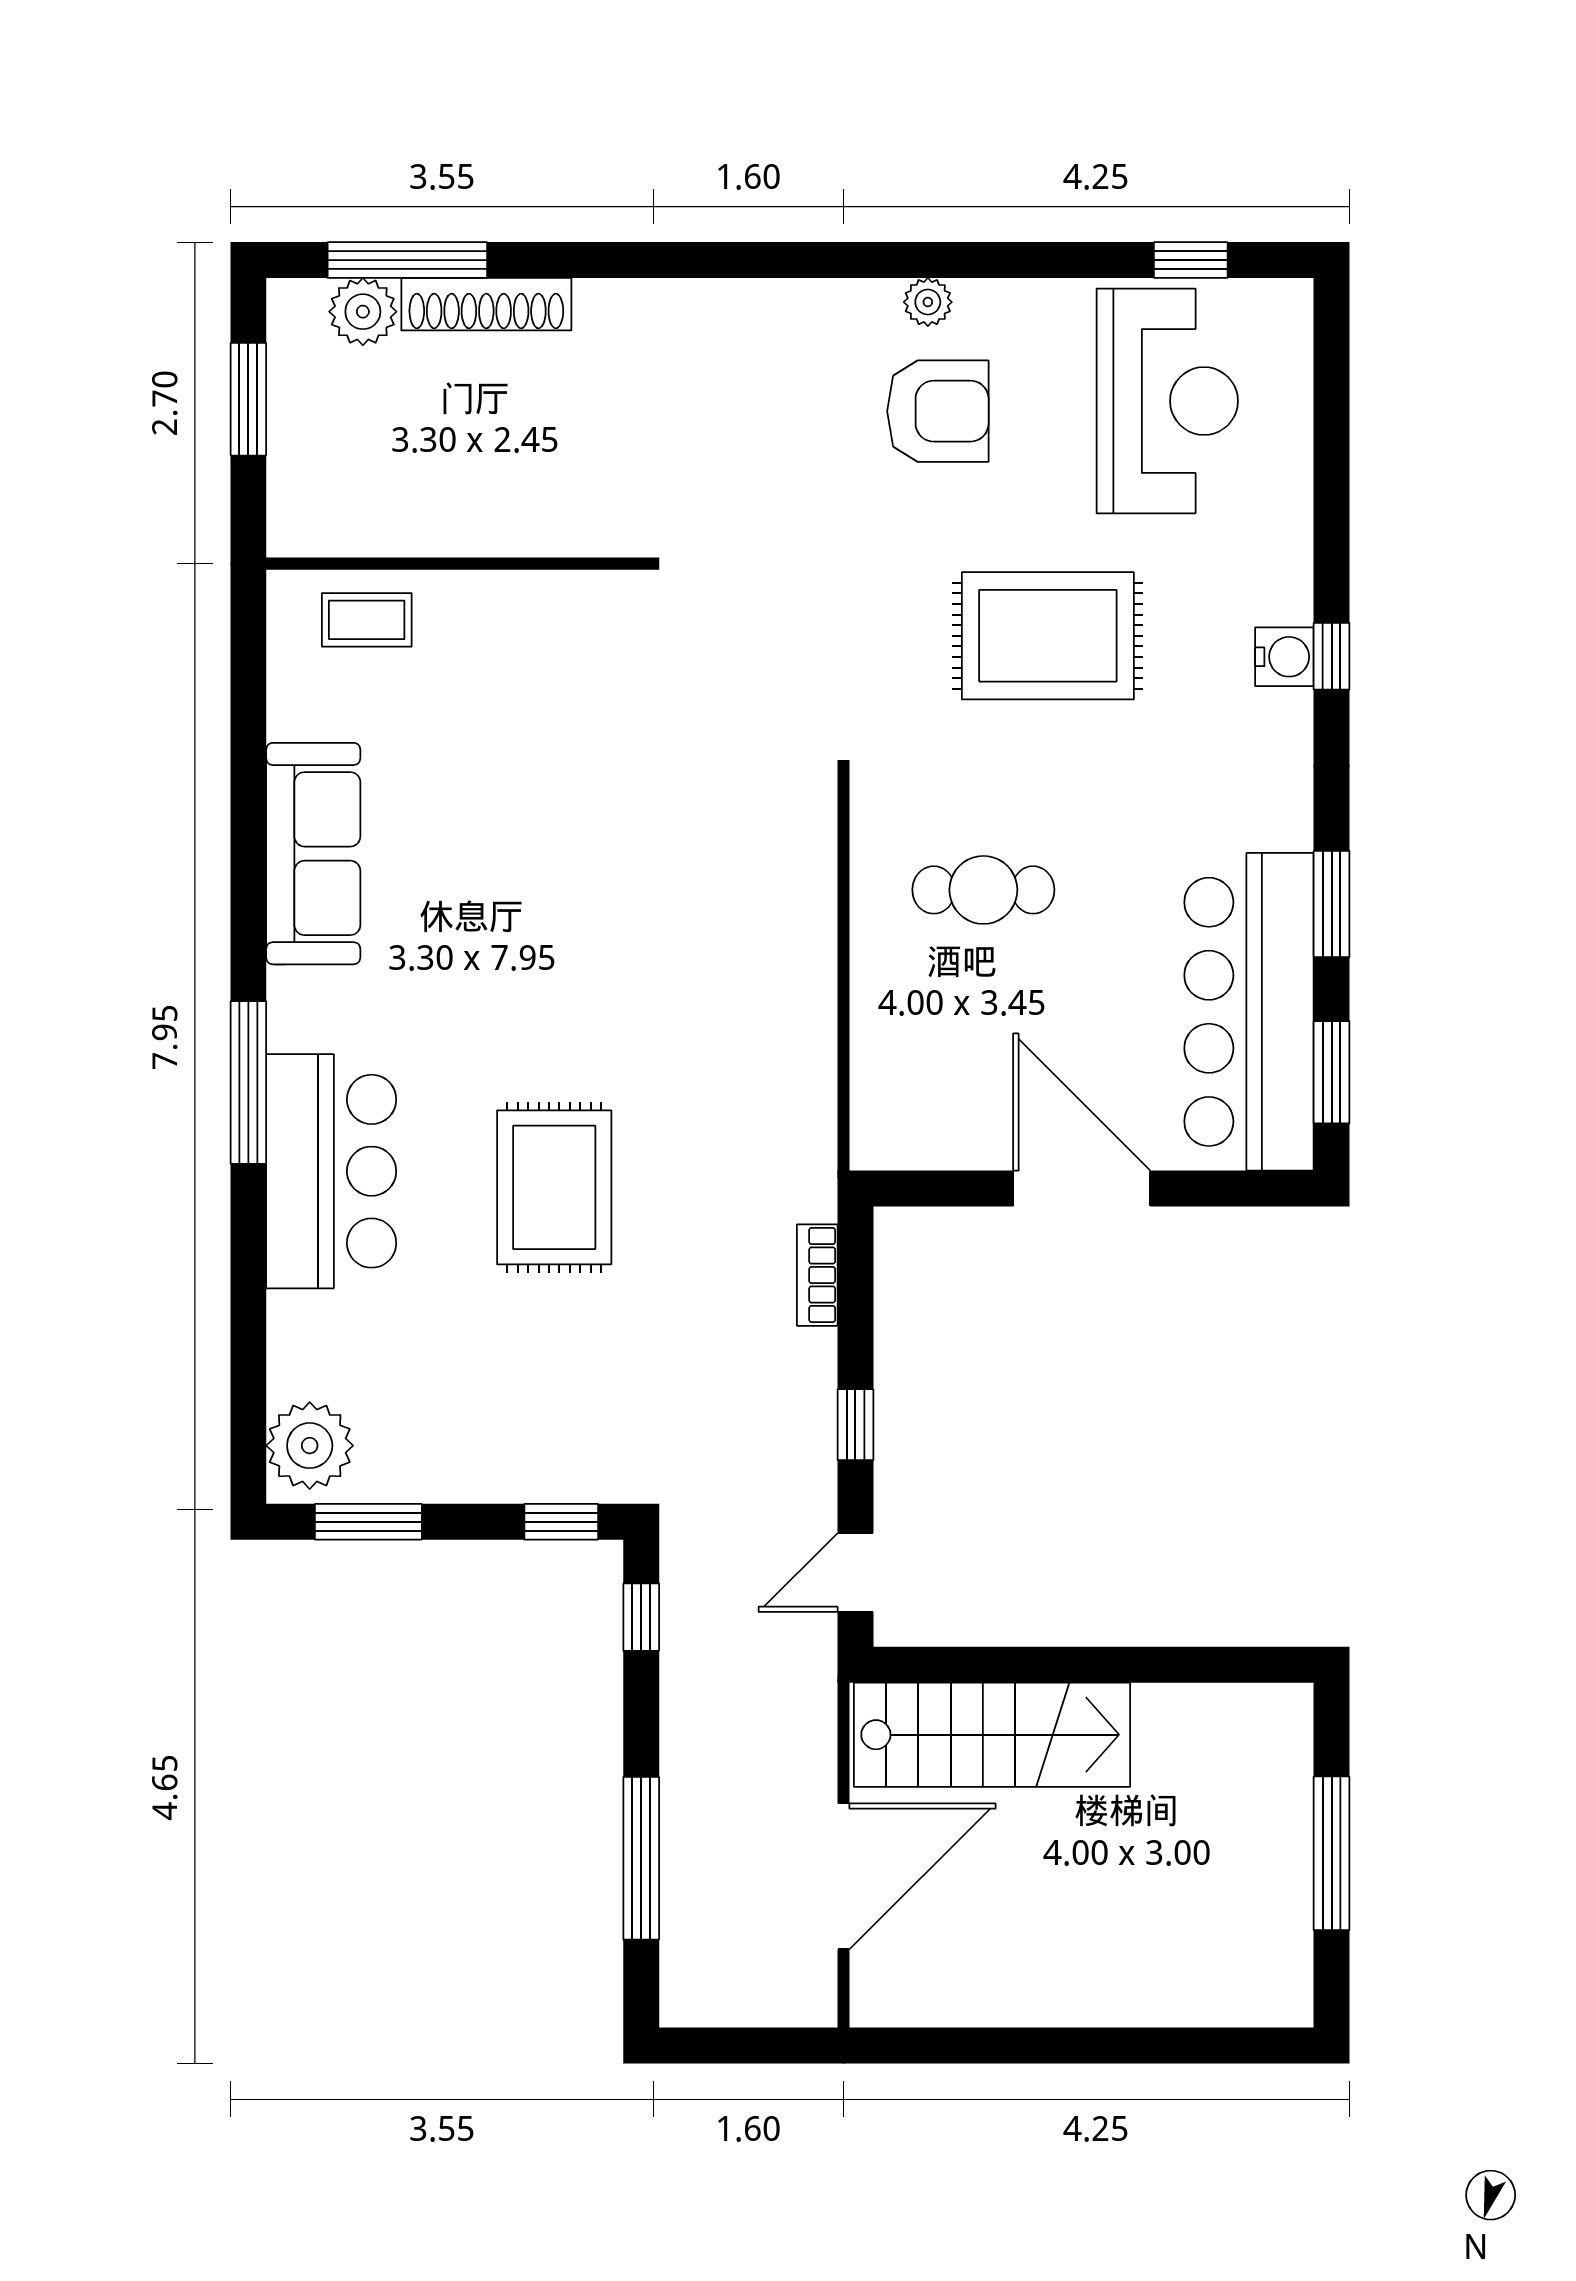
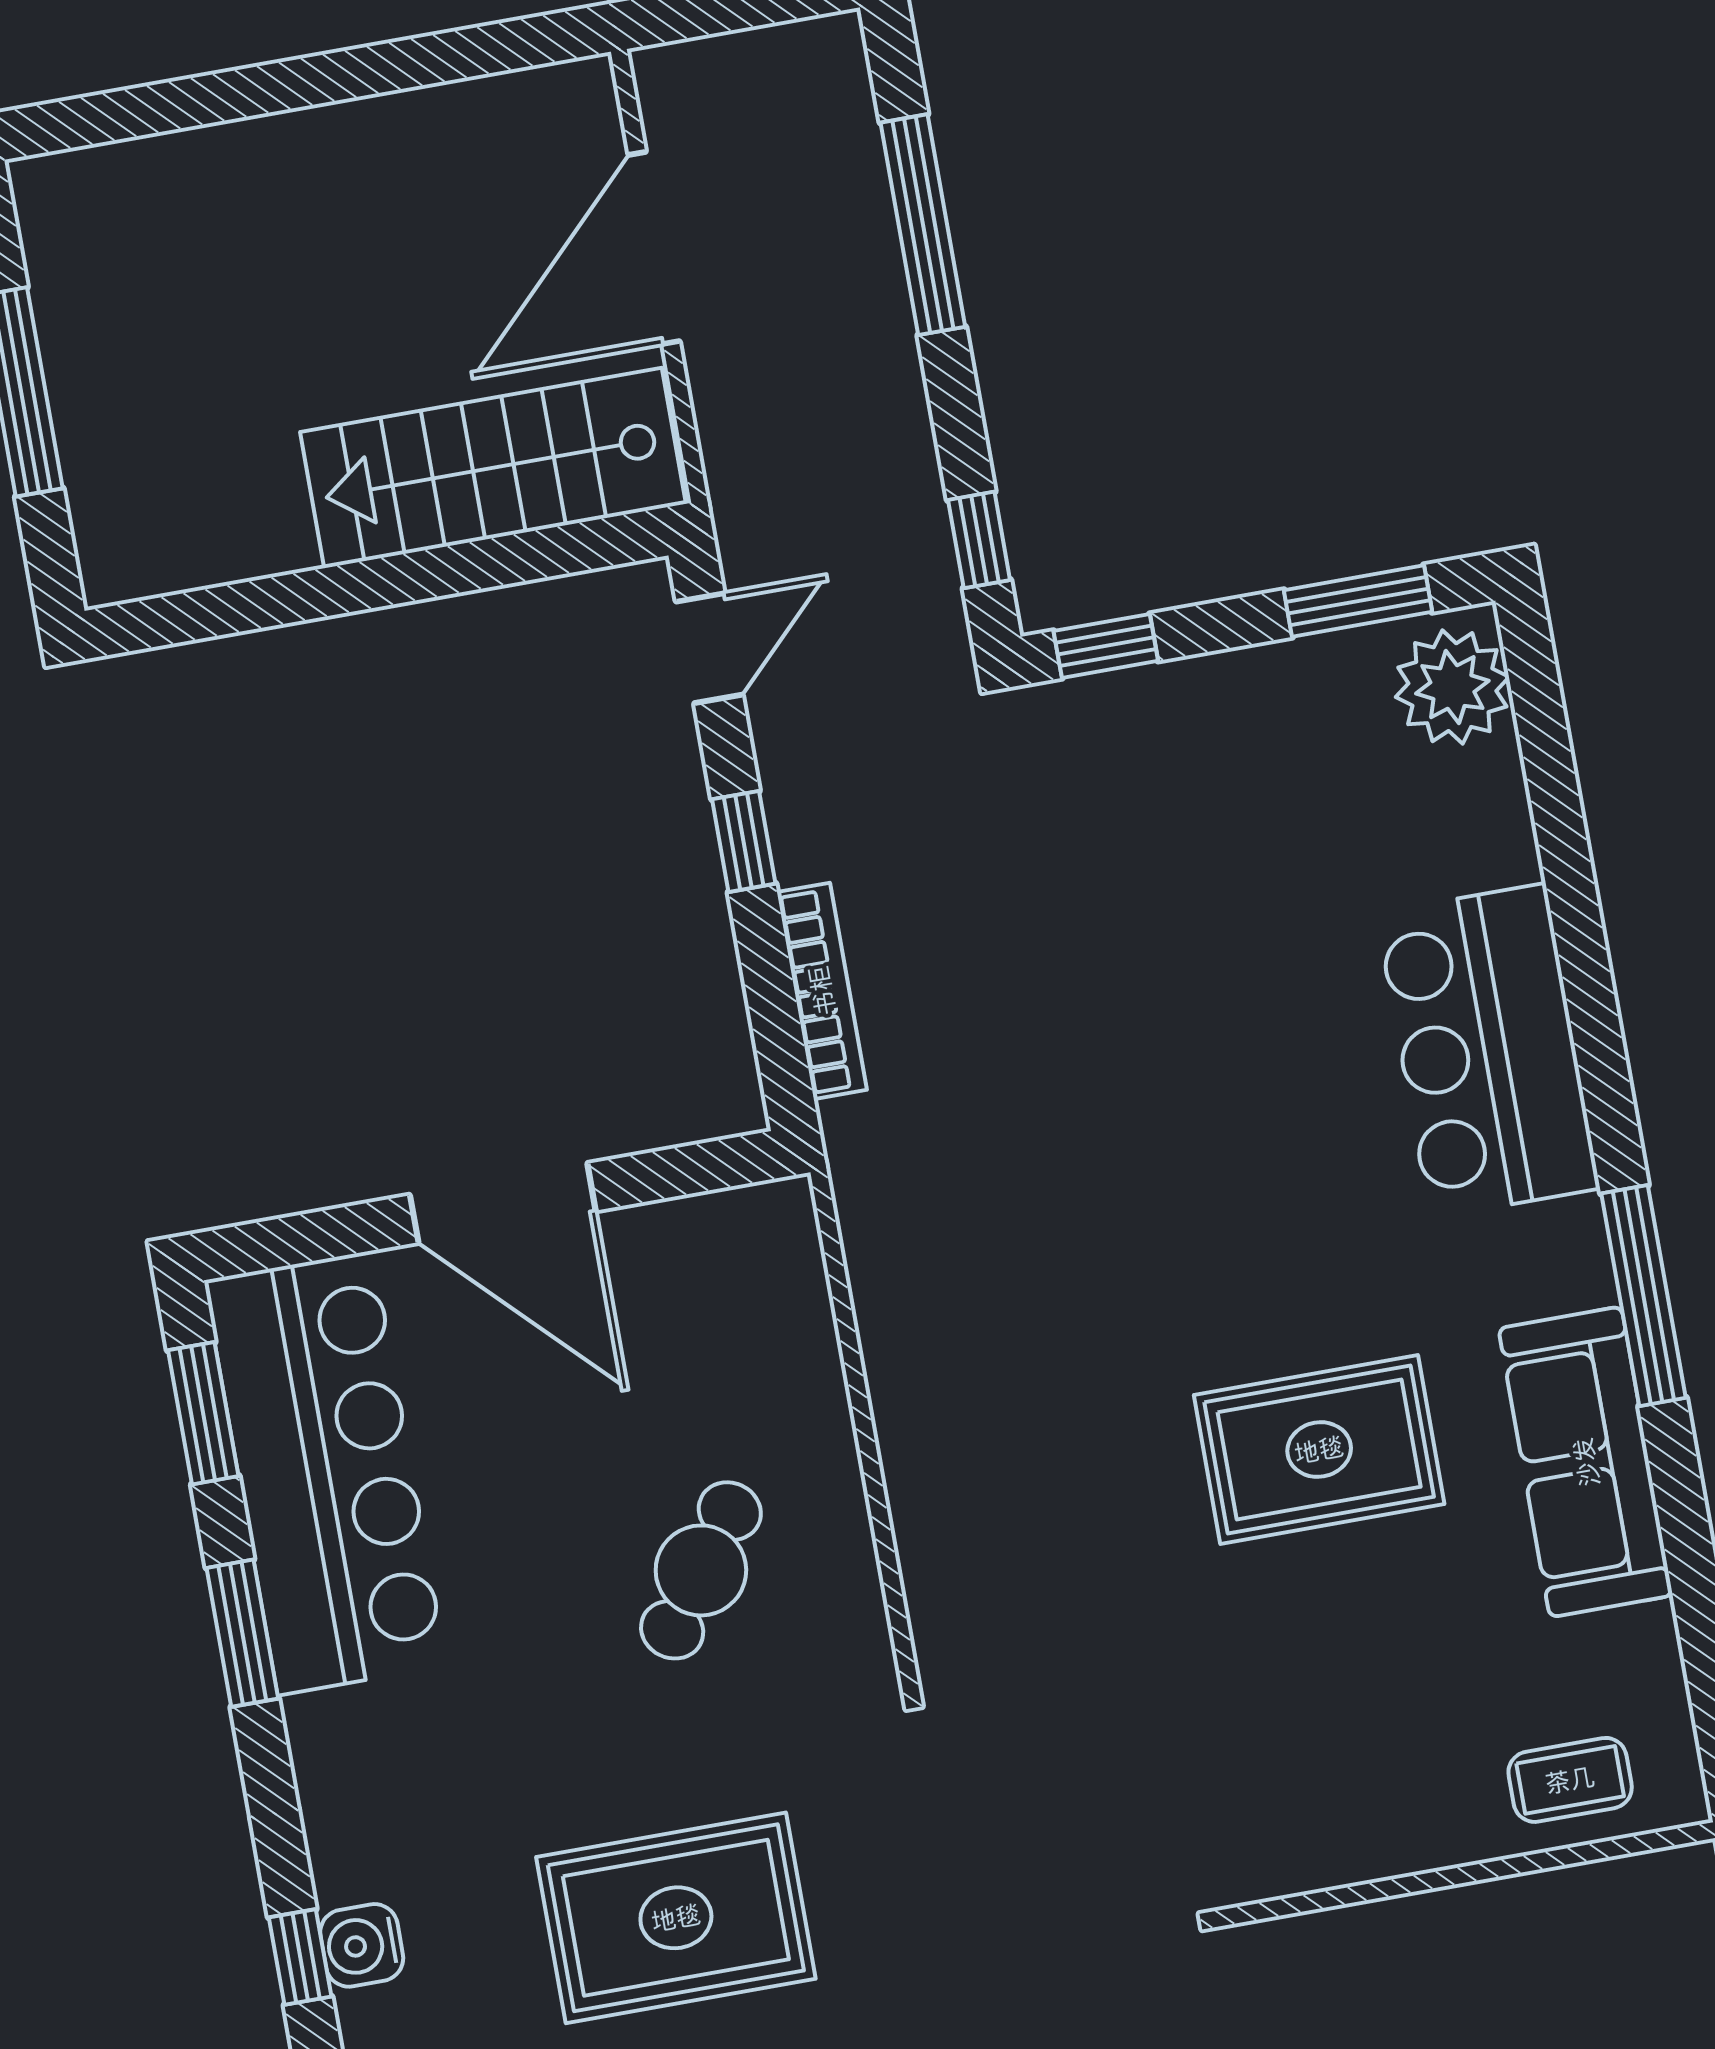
cafe table: (983, 890) -> (701, 1570), turned -54
window: (248, 1083) -> (1644, 1296), moved
rug: (554, 1187) -> (1319, 1450), moved, turned 90
bookcase: (817, 1275) -> (822, 991), width x1.56

